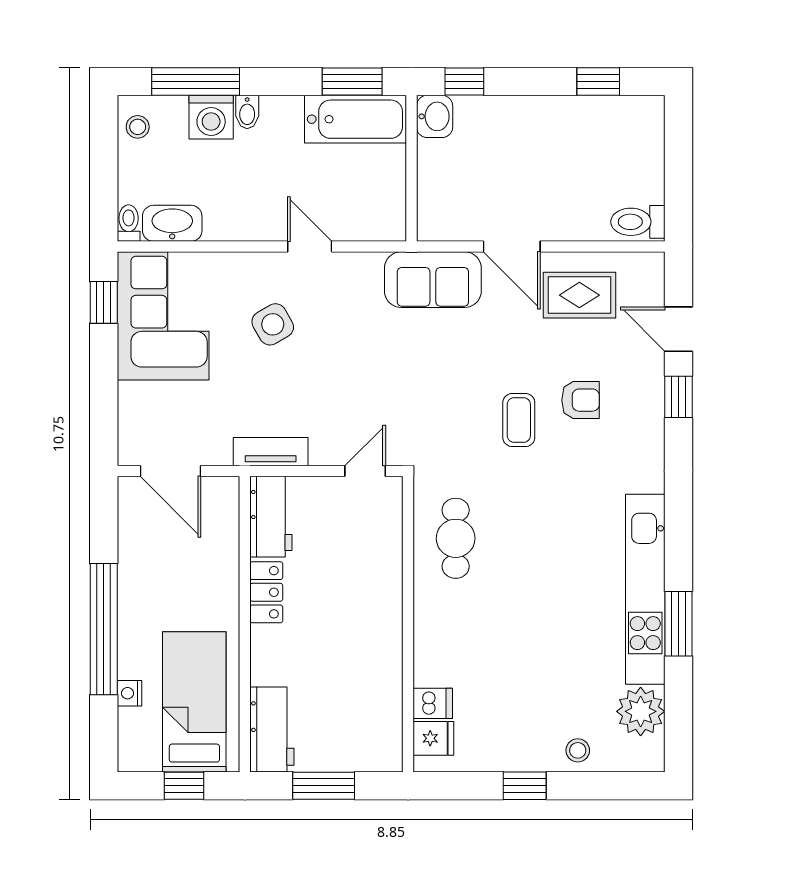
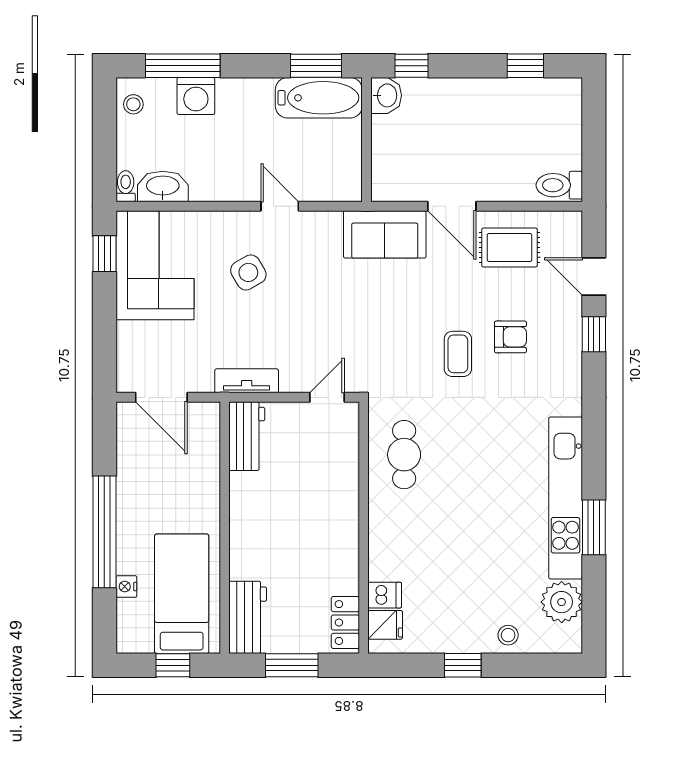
bidet: (247, 112) -> (227, 92), removed
locker: (266, 592) -> (345, 623), moved, turned 180

